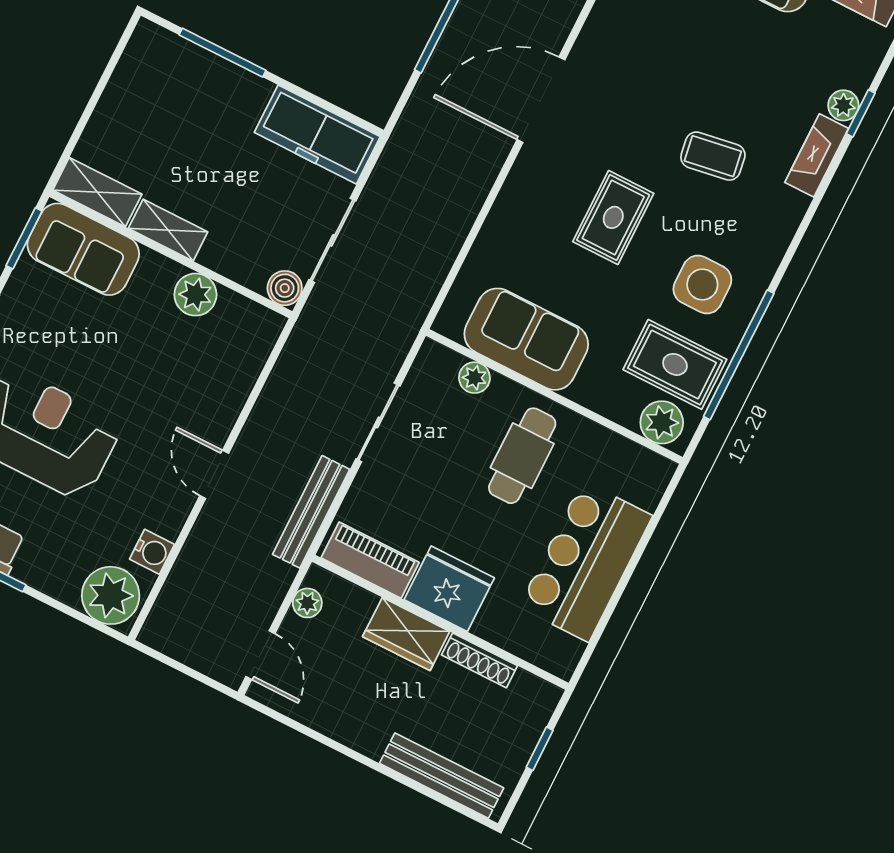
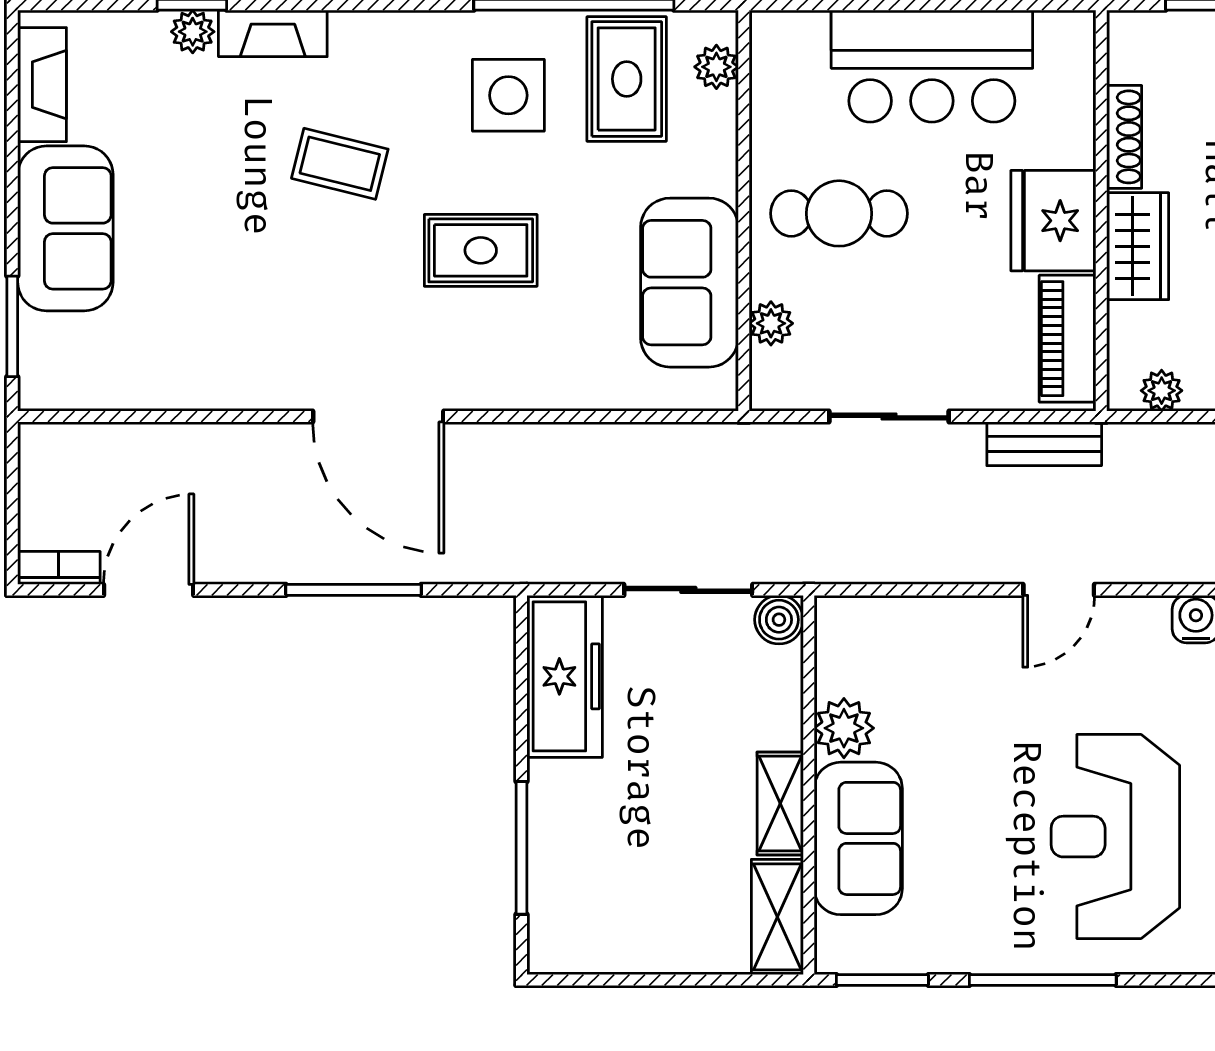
coffee table: (713, 156) -> (340, 164), turned -67
sofa: (83, 249) -> (858, 838), moved
plant: (662, 422) -> (716, 67), width x0.73, depth x0.73
bench: (311, 512) -> (1044, 444), width x0.73

